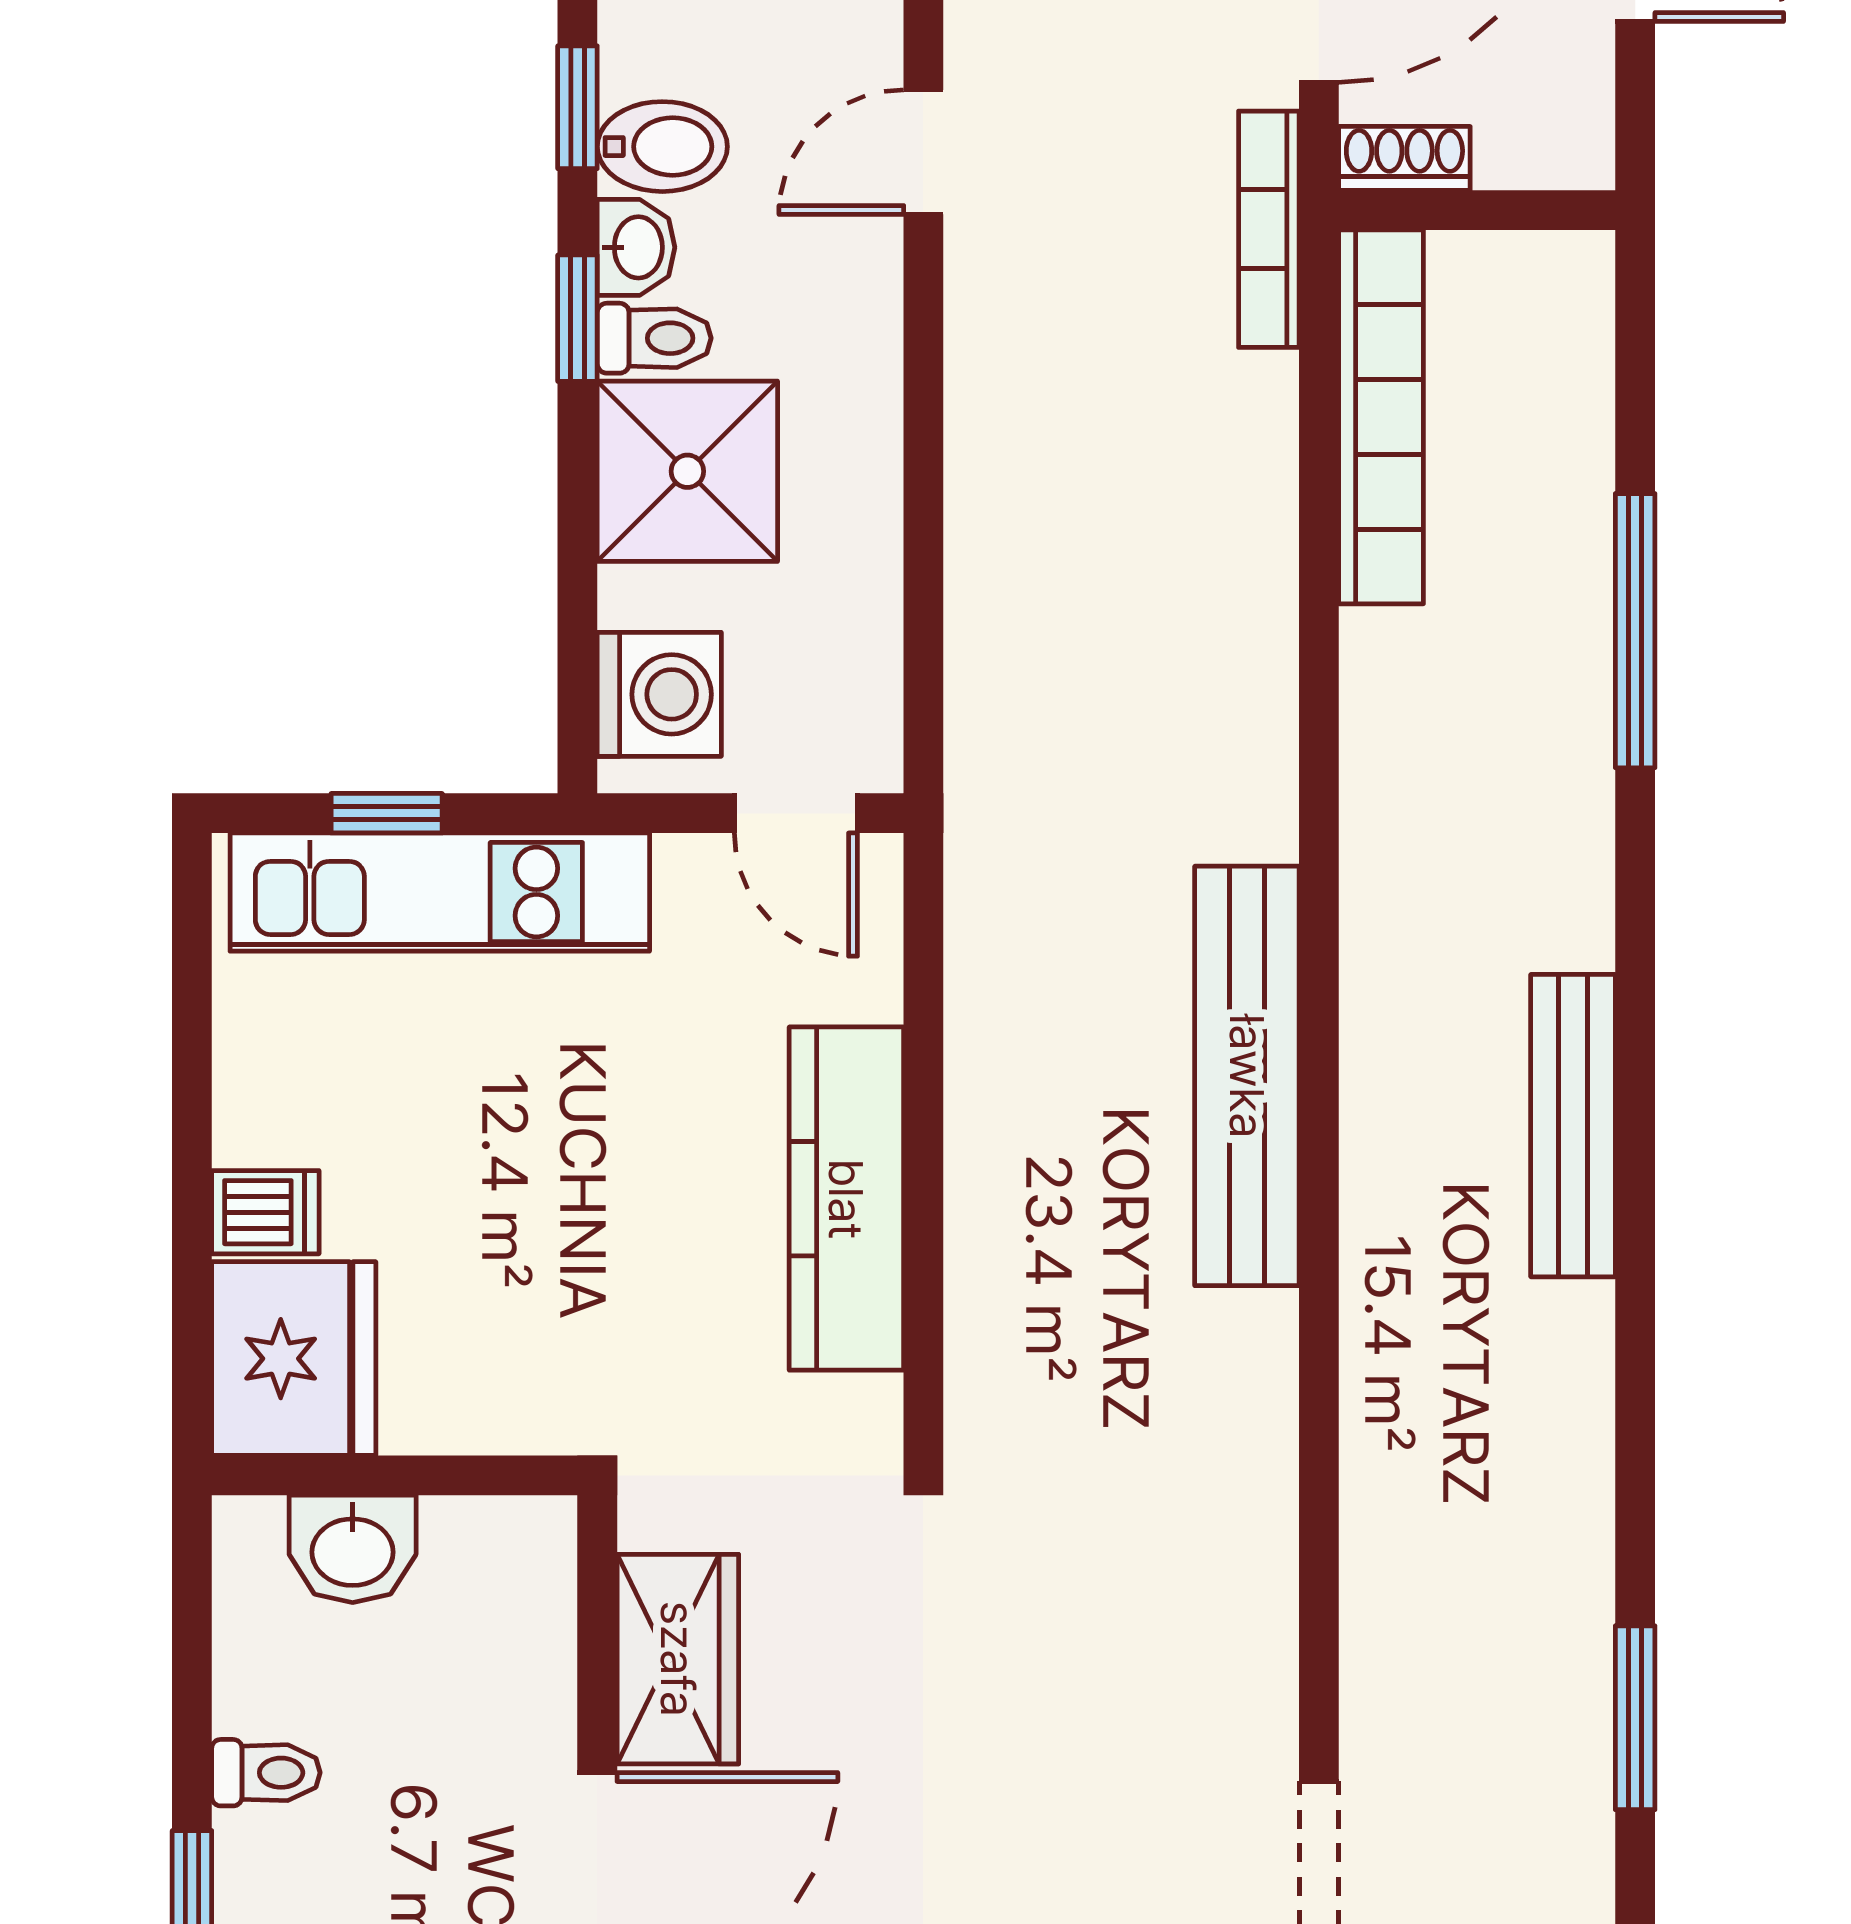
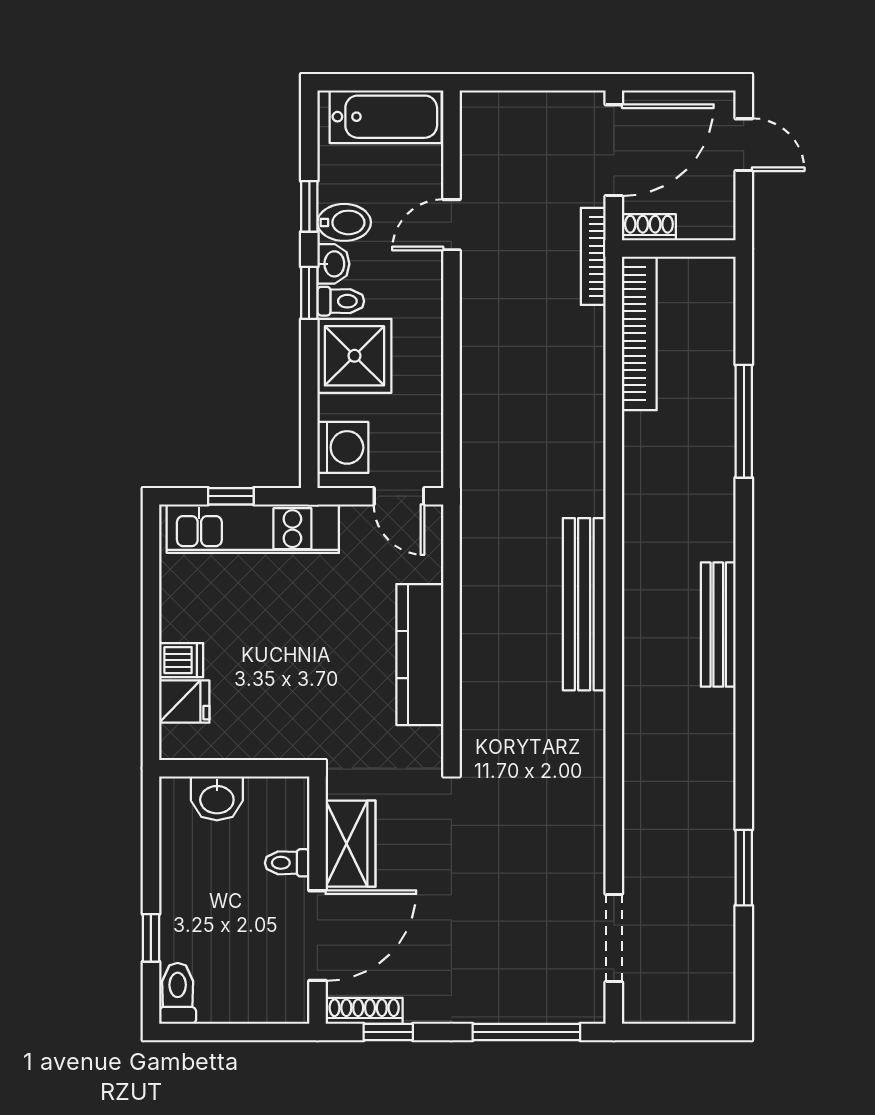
fridge: (294, 1359) -> (184, 702), width x0.53, depth x0.75
toilet: (266, 1773) -> (287, 863), moved, turned 180

